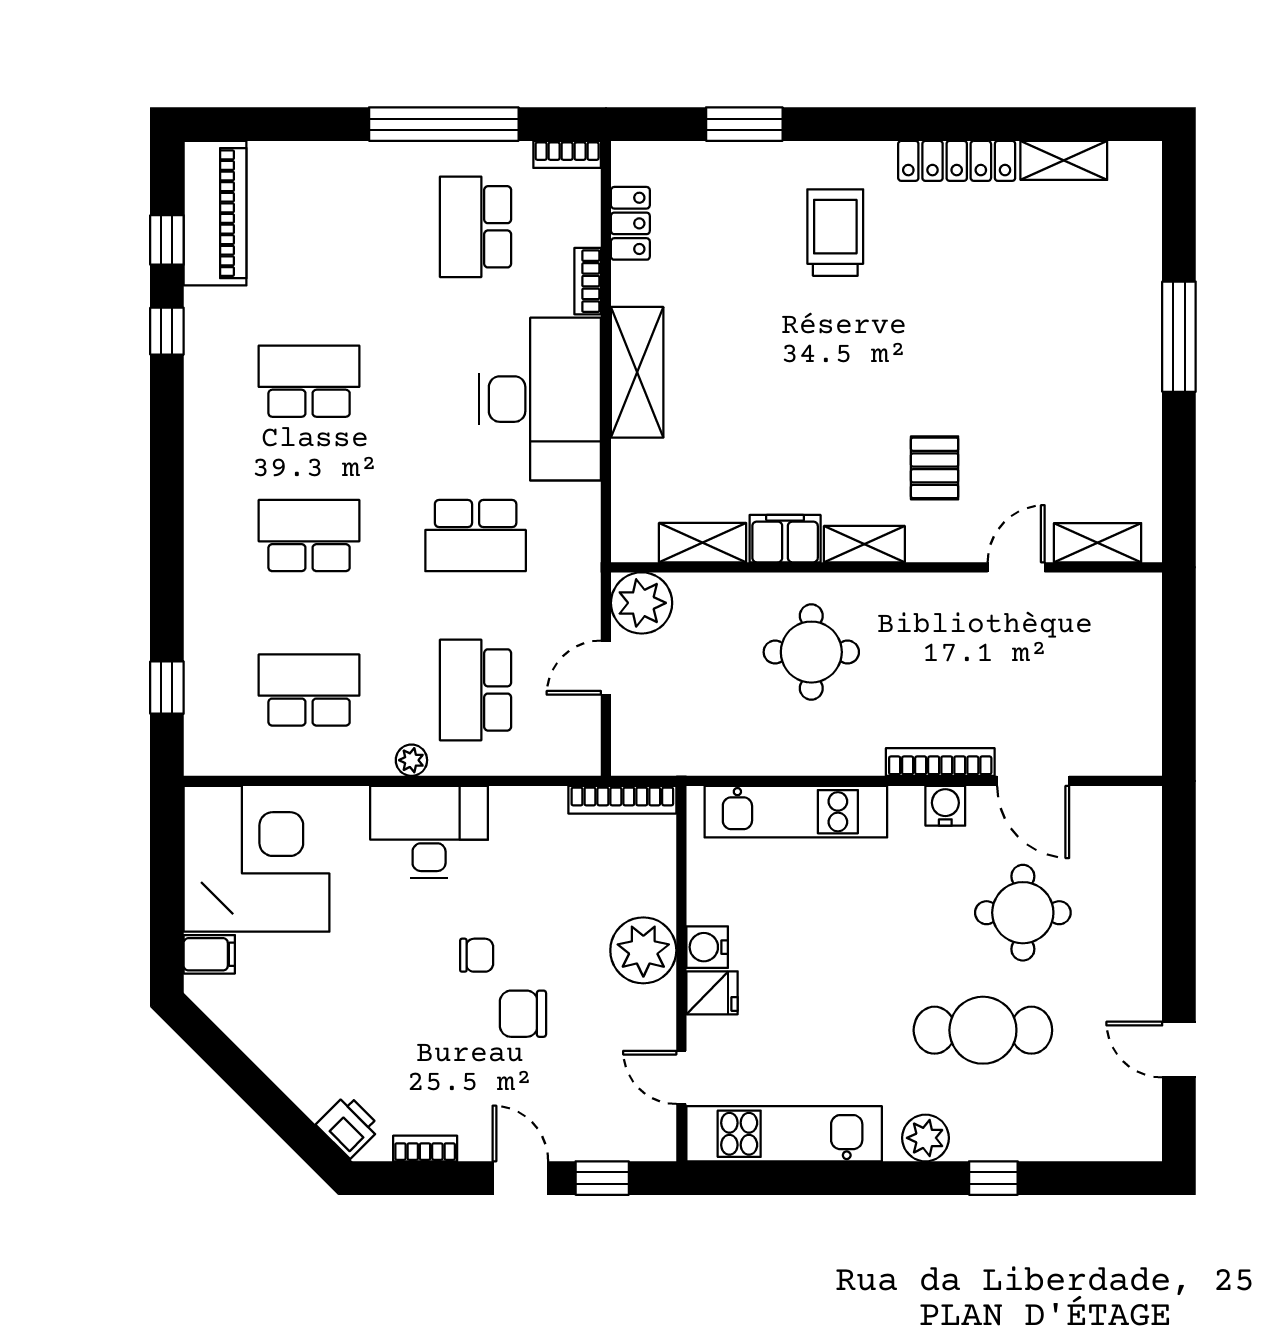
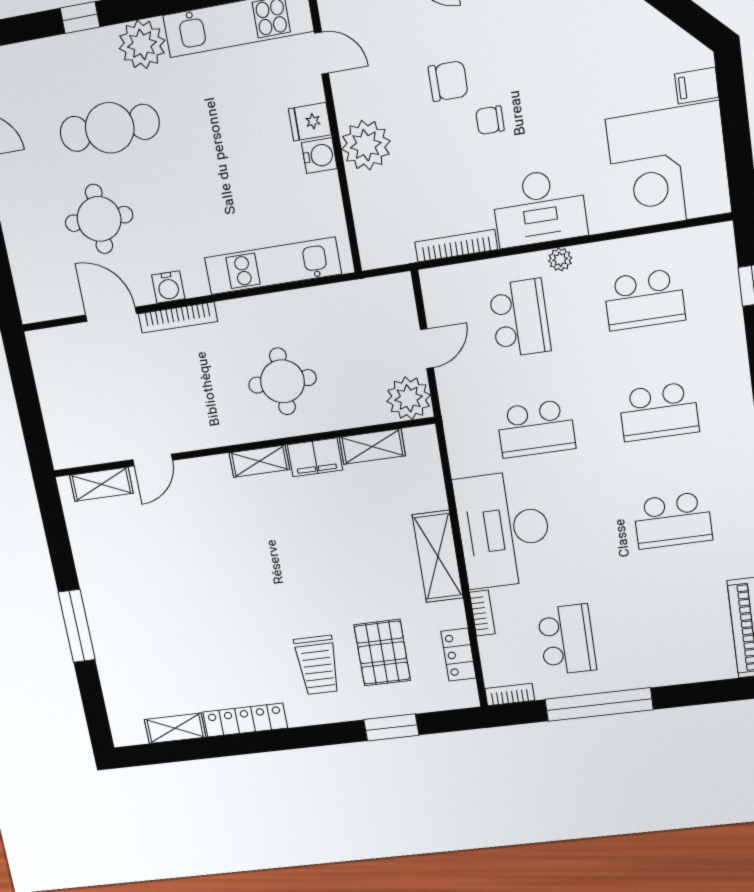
pallet: (935, 468) -> (382, 653), moved, width x1.50, depth x1.42
school desk: (476, 536) -> (536, 429), turned 180
bookcase: (622, 800) -> (456, 246), moved
plant: (926, 1138) -> (142, 44), width x1.36, depth x1.36

